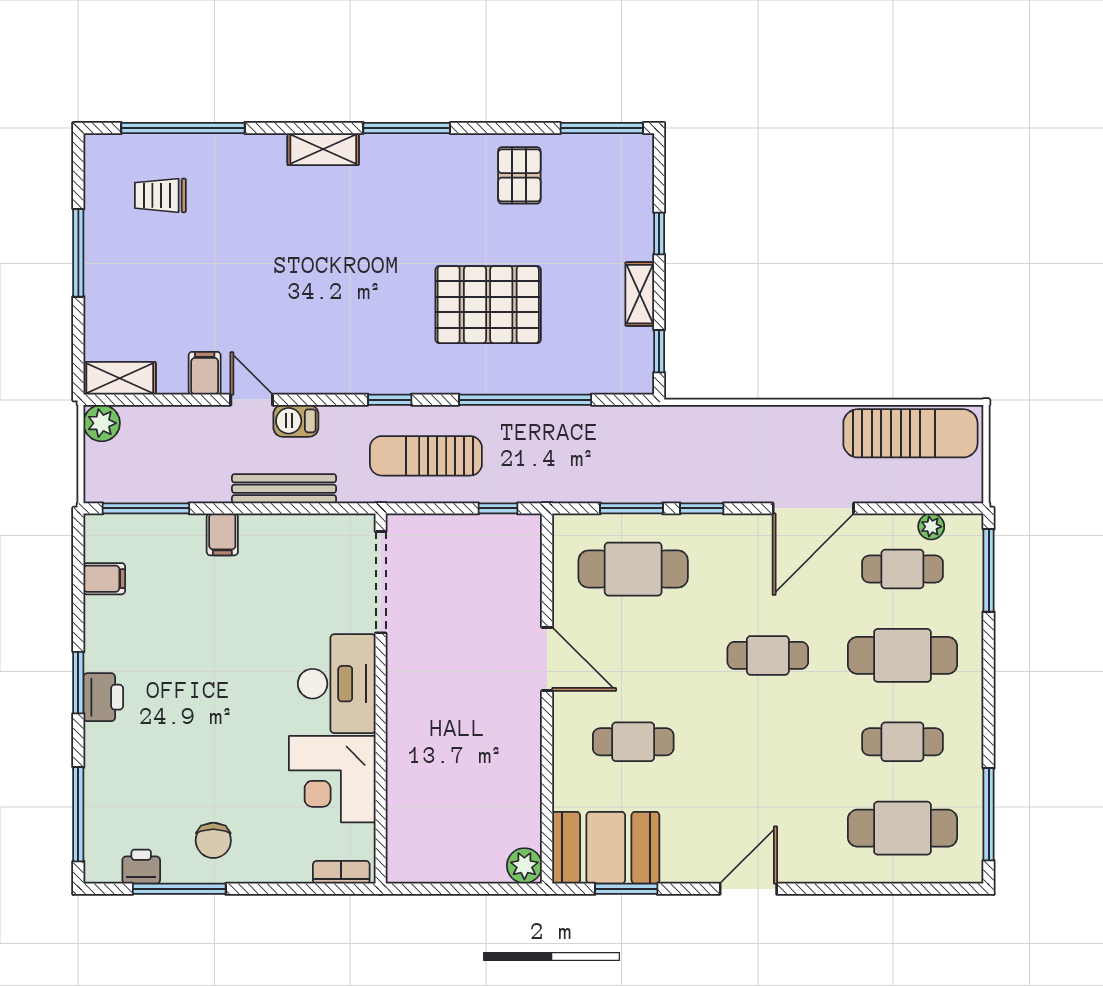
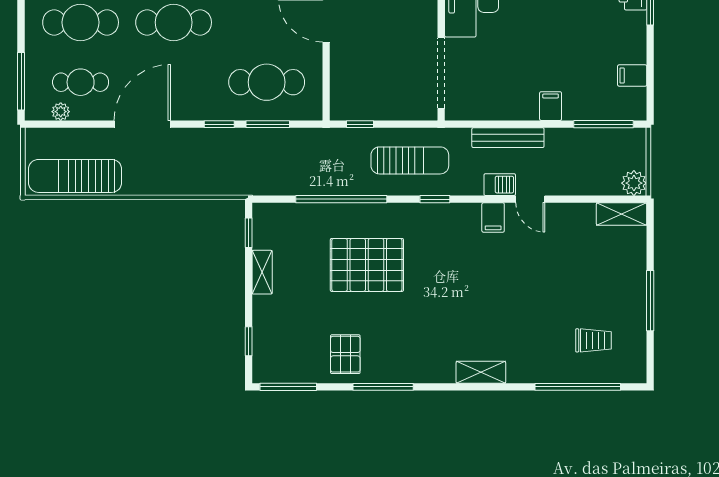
window: (407, 128) -> (383, 387), moved
window: (659, 233) -> (249, 341), moved
filing cabinet: (205, 373) -> (493, 218), moved
cafe table: (768, 655) -> (174, 22), width x1.37, depth x1.35

